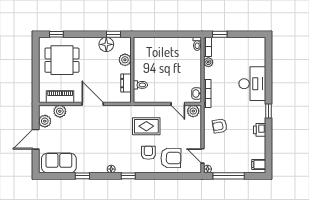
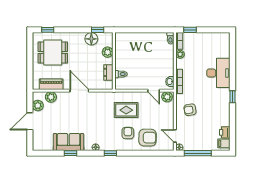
printer: (260, 130) -> (225, 132), moved
sofa: (59, 163) -> (69, 142), moved

